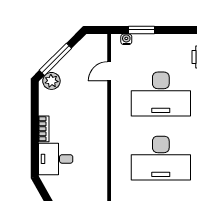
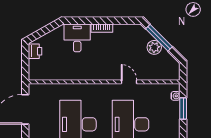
door: (109, 71) -> (129, 82), moved
plant: (51, 81) -> (154, 47), moved

